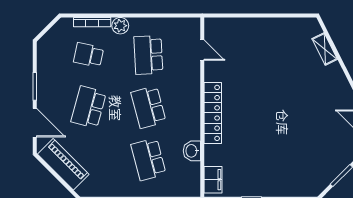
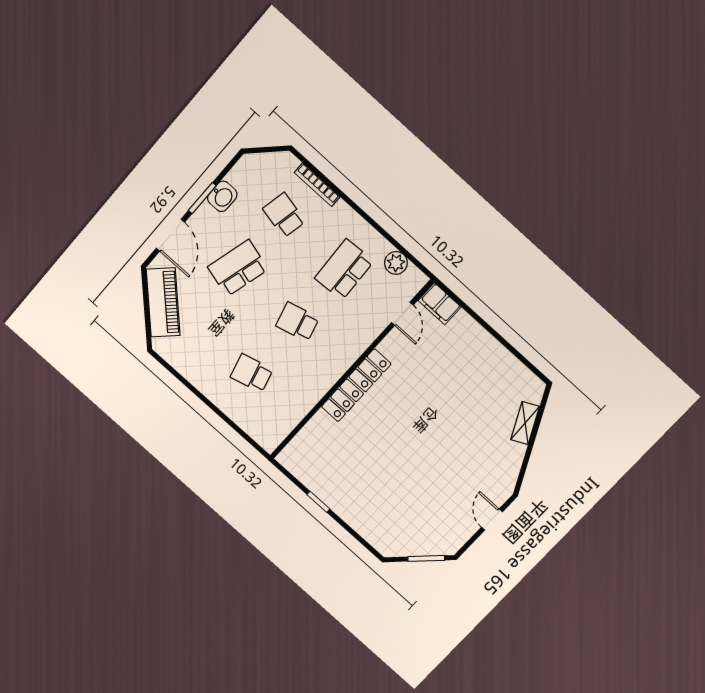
plant: (120, 26) -> (396, 263), moved
school desk: (148, 107) -> (297, 322), width x0.54
washbasin: (192, 151) -> (222, 196), moved, turned 180
school desk: (148, 159) -> (252, 373), width x0.54
filing cabinet: (213, 180) -> (440, 304), moved, turned 90

